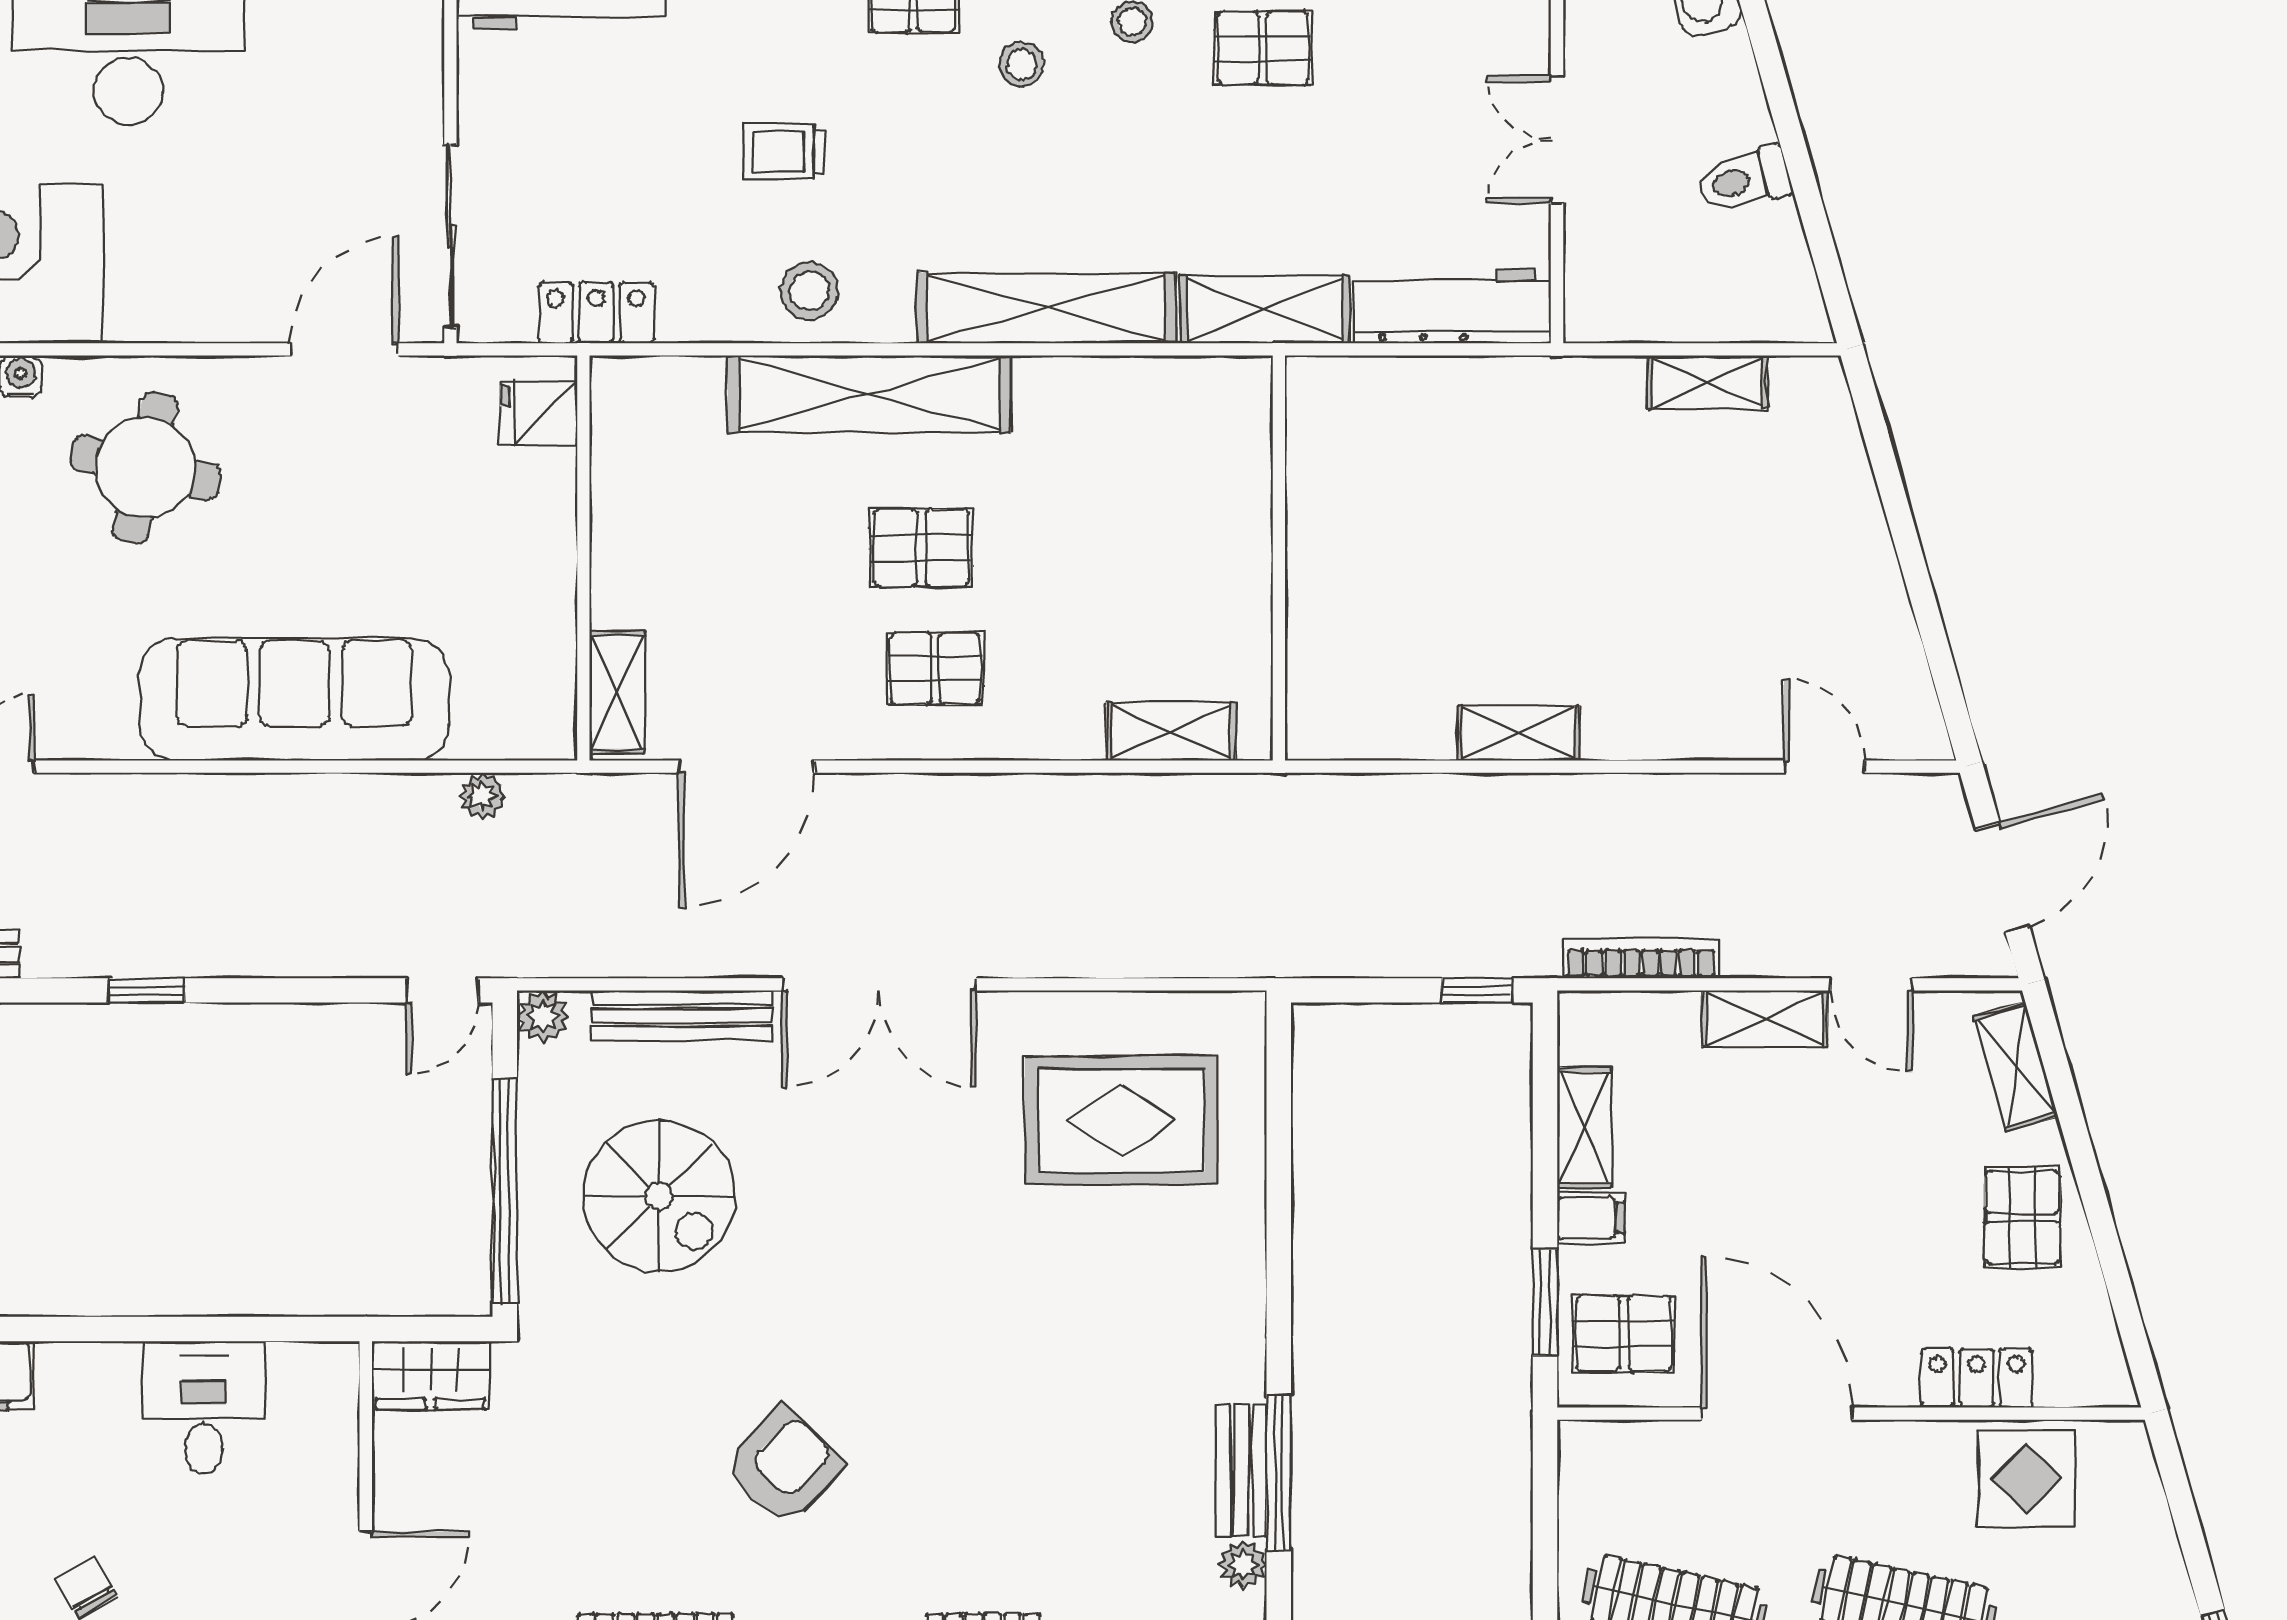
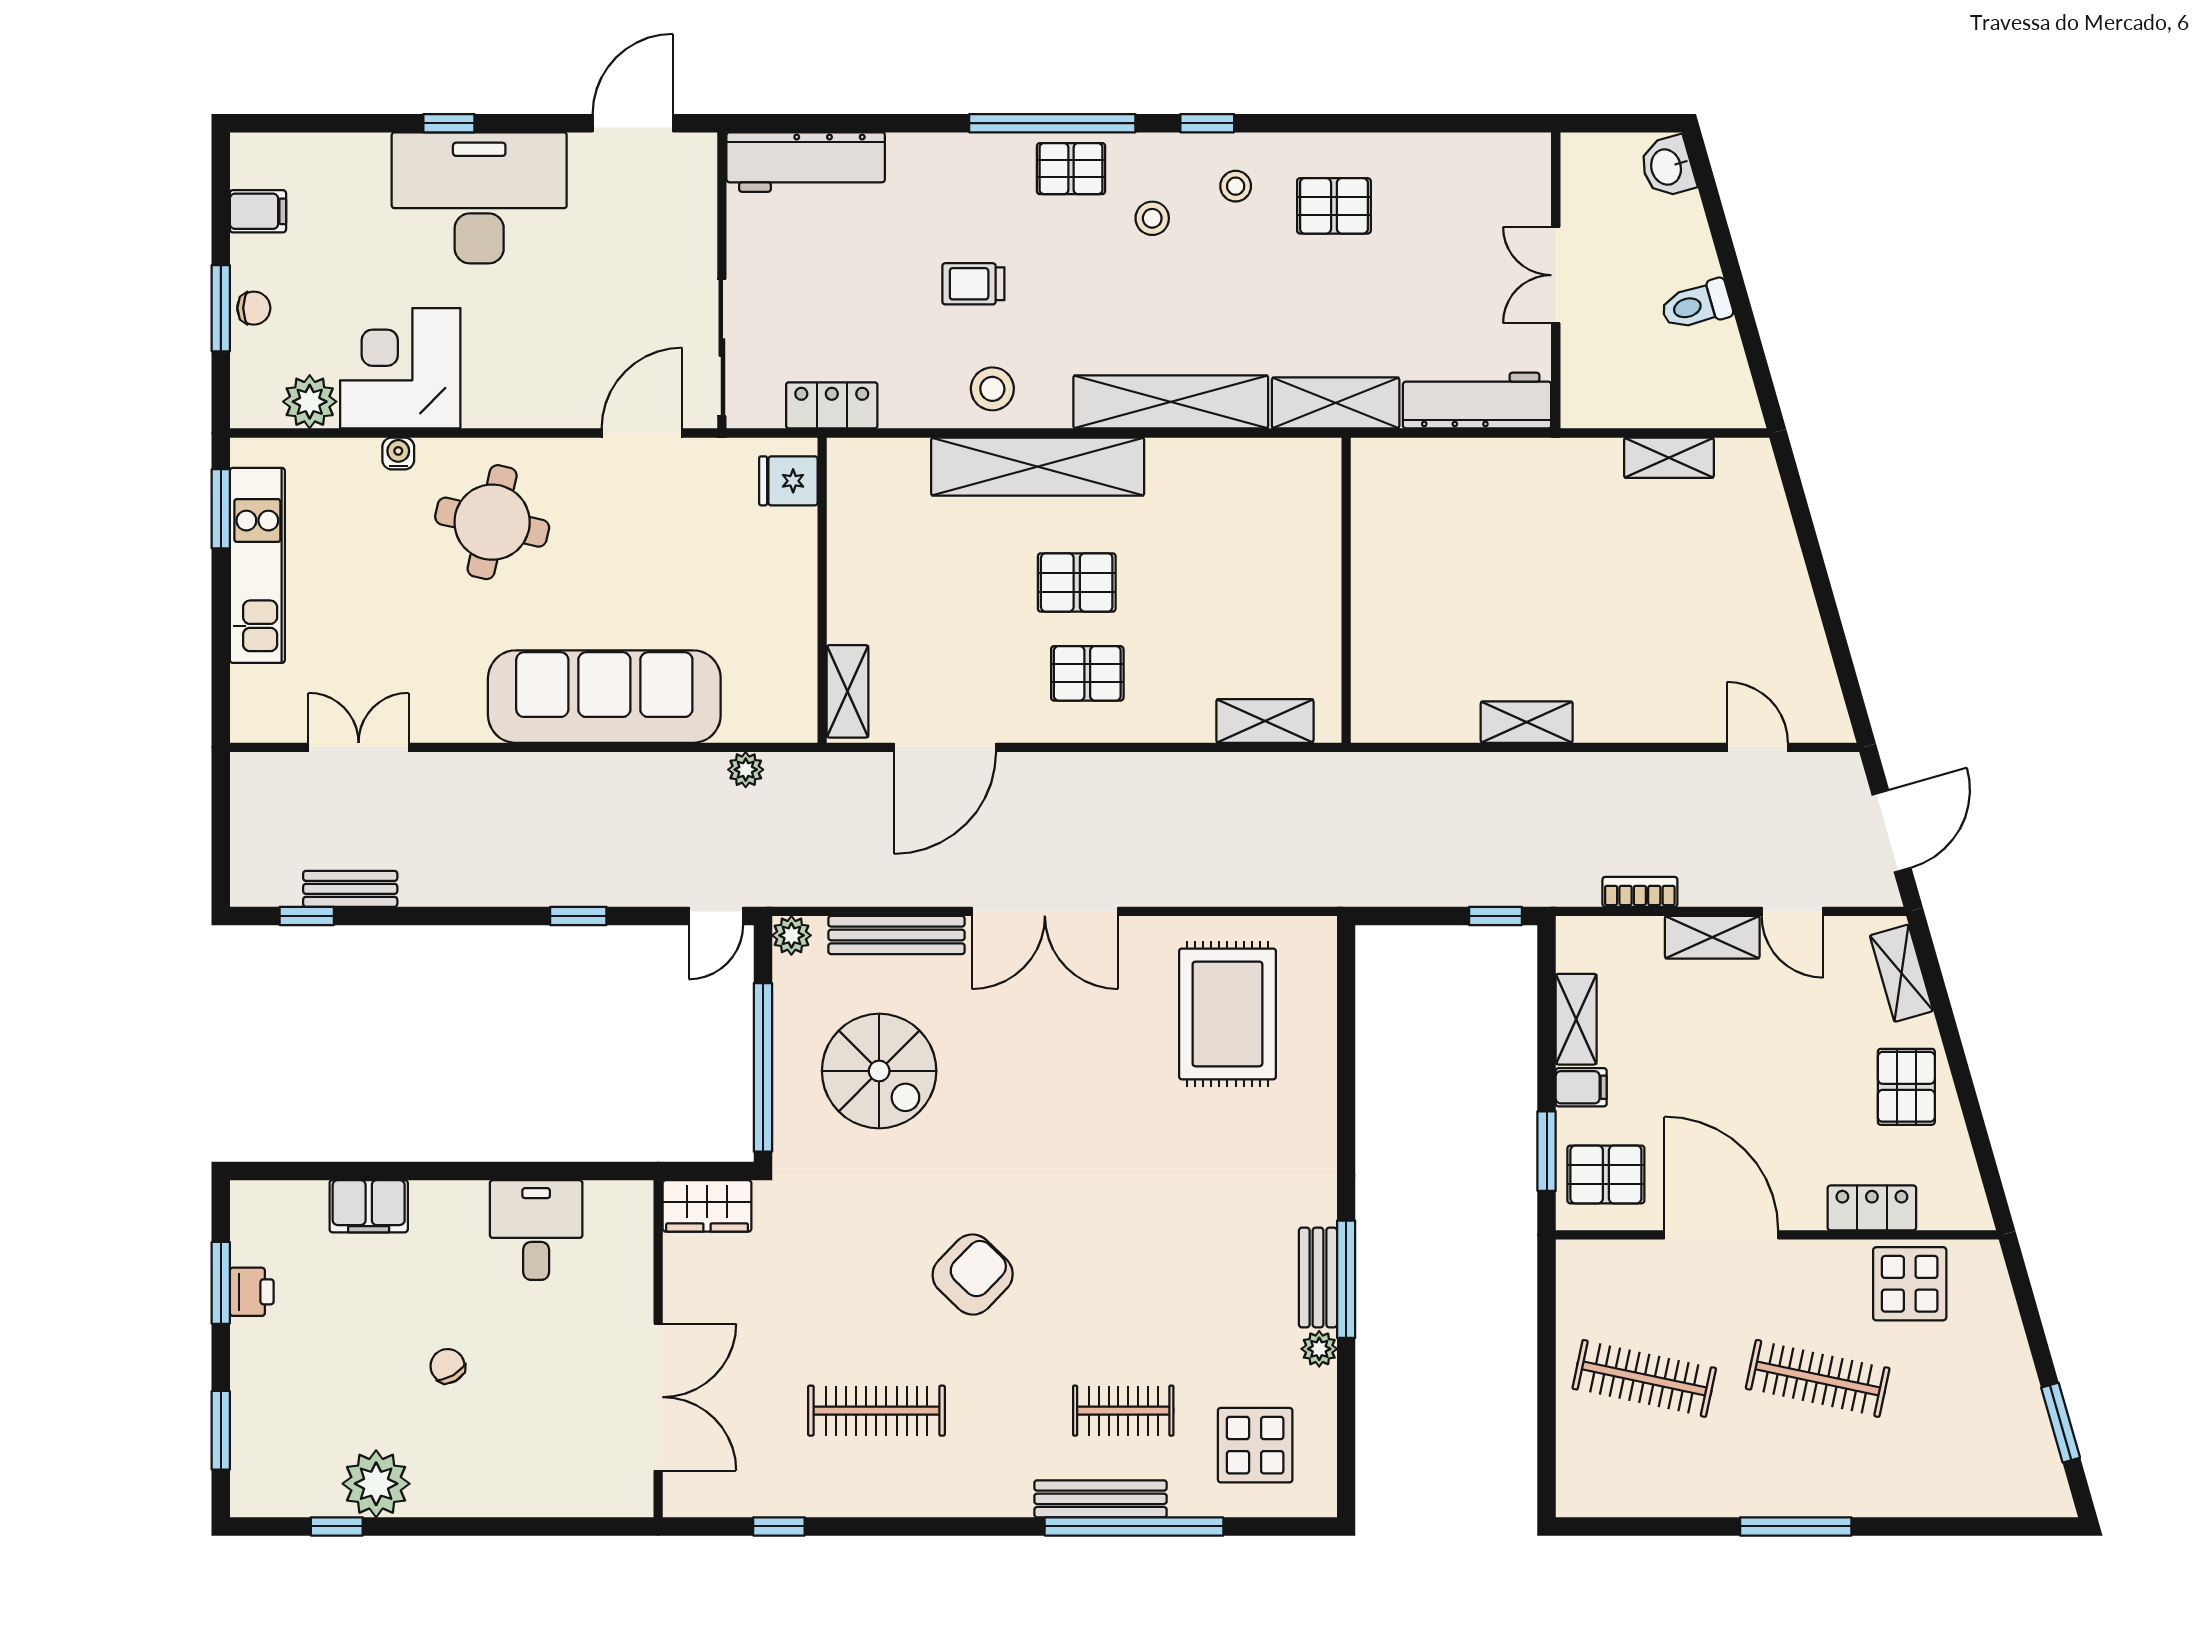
bookcase: (1641, 958) -> (1640, 892), width x0.64
window: (147, 990) -> (578, 916), moved
rug: (1121, 1120) -> (1227, 1014), turned 90

